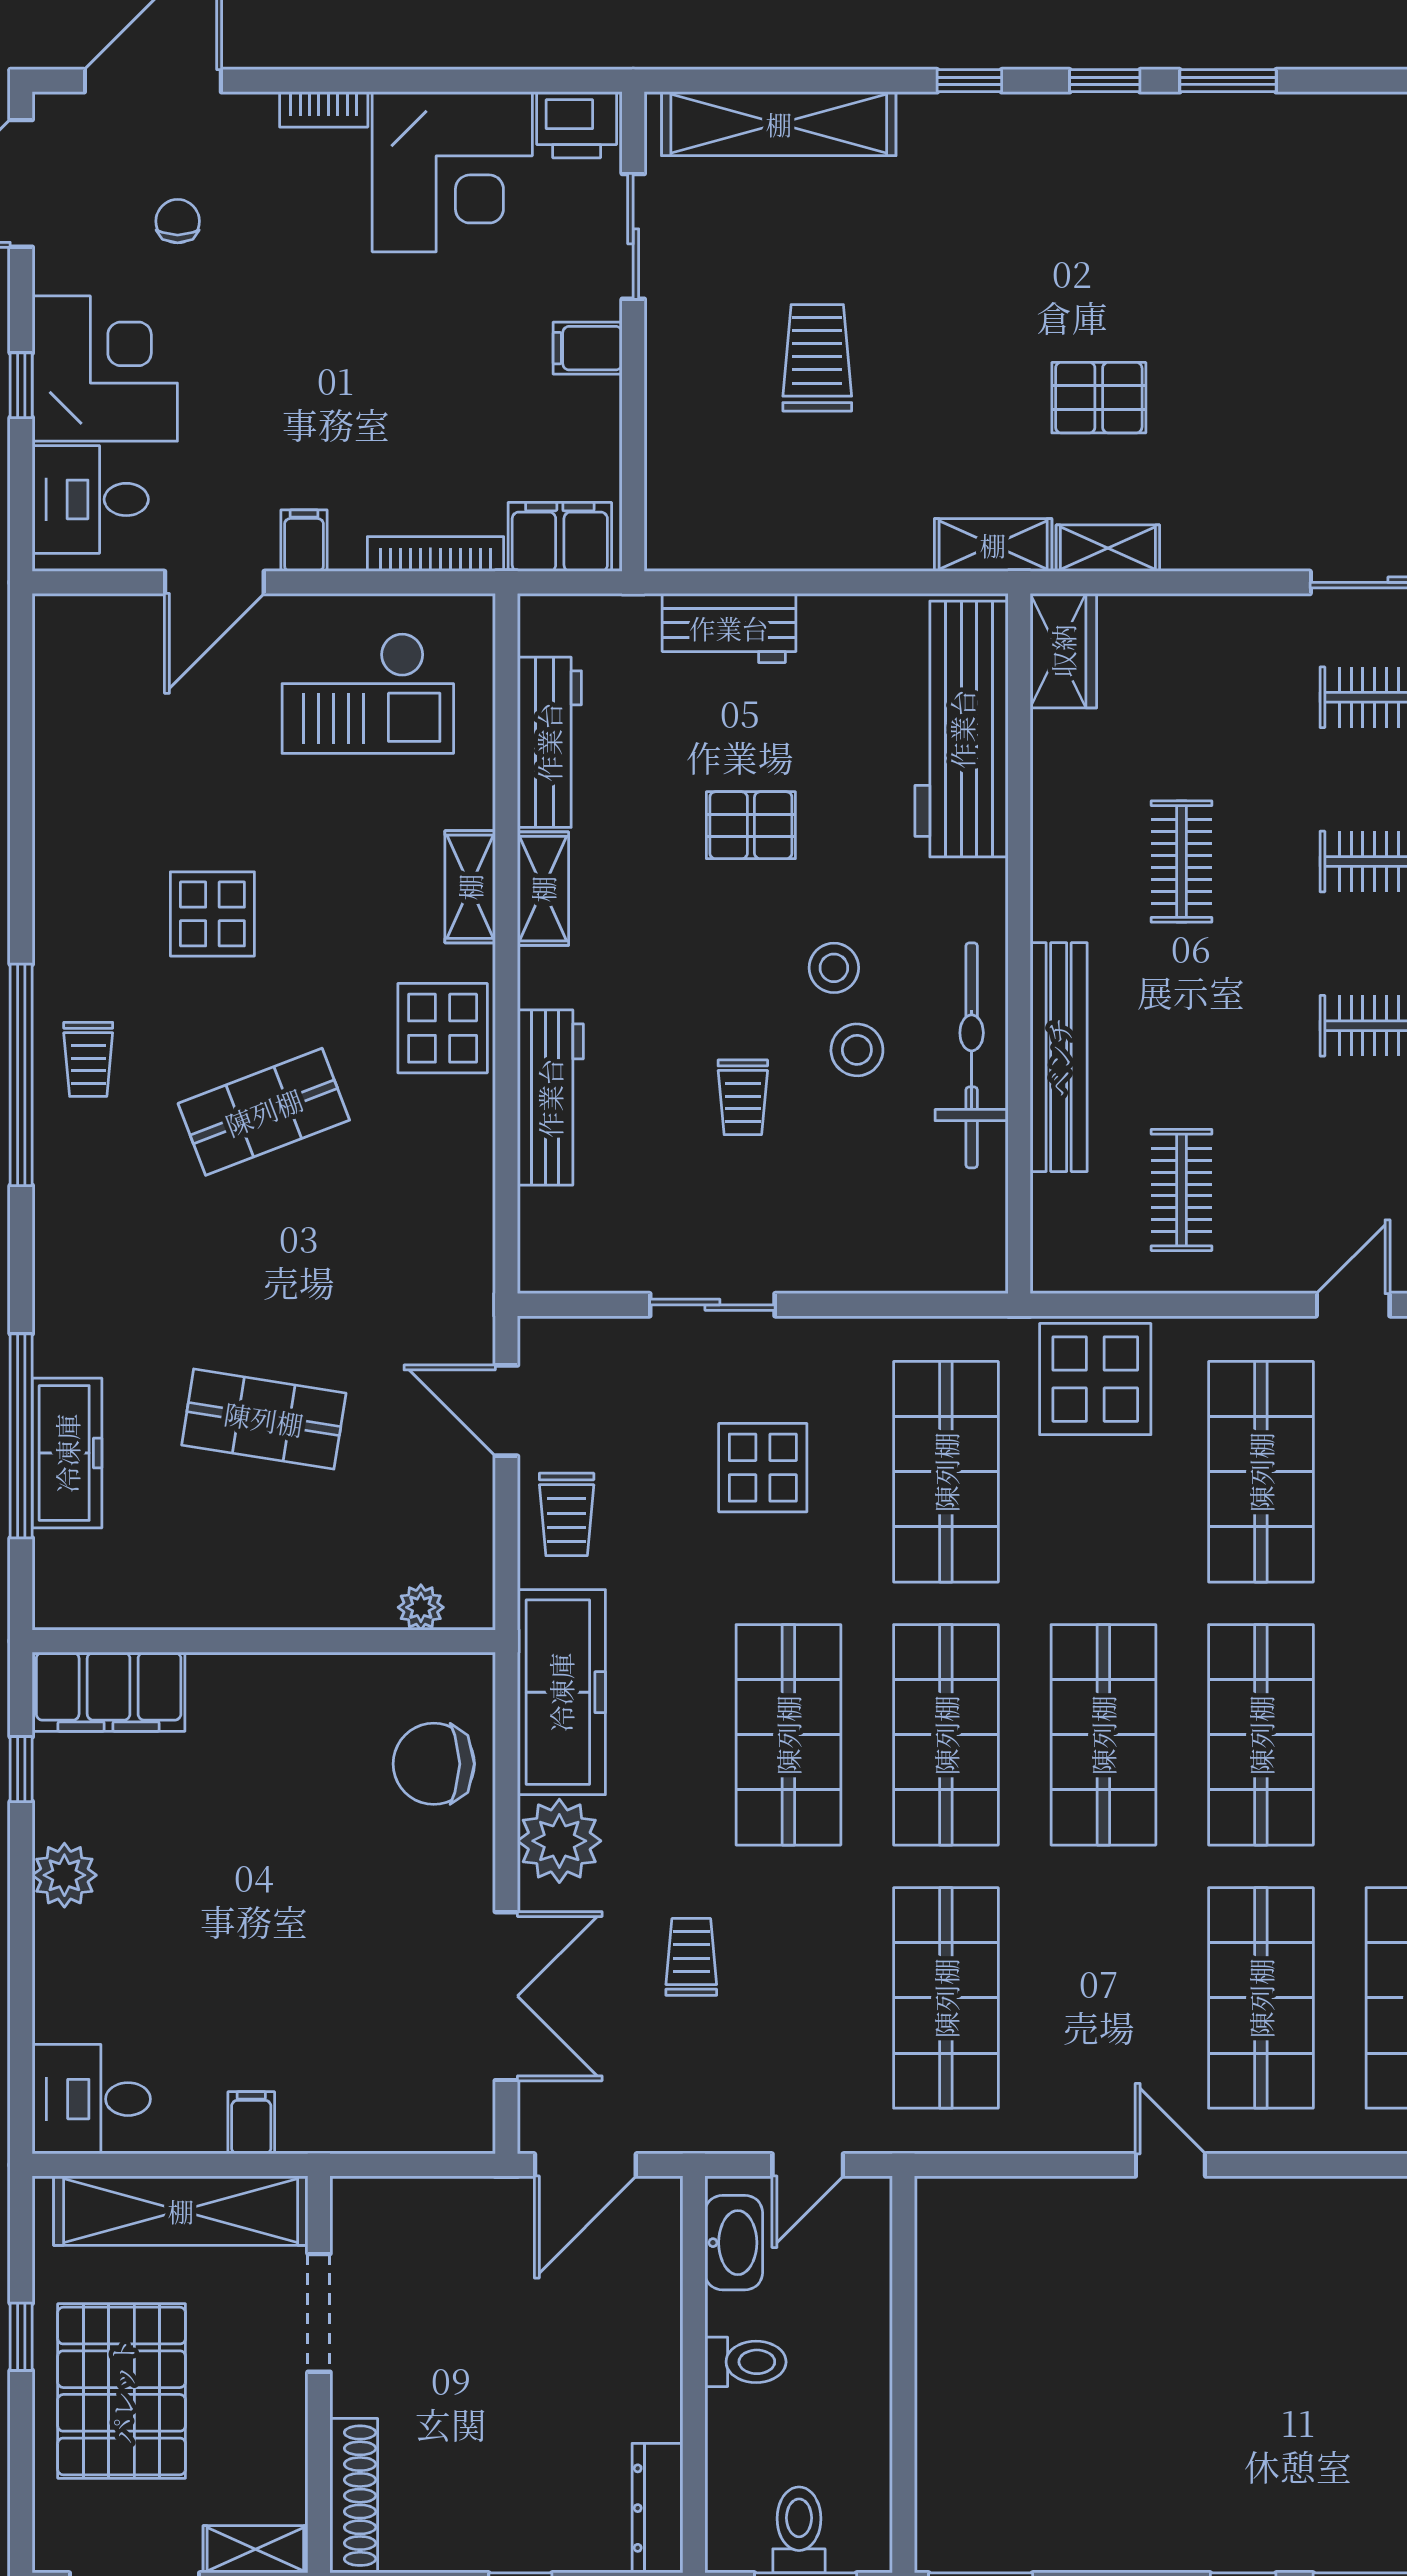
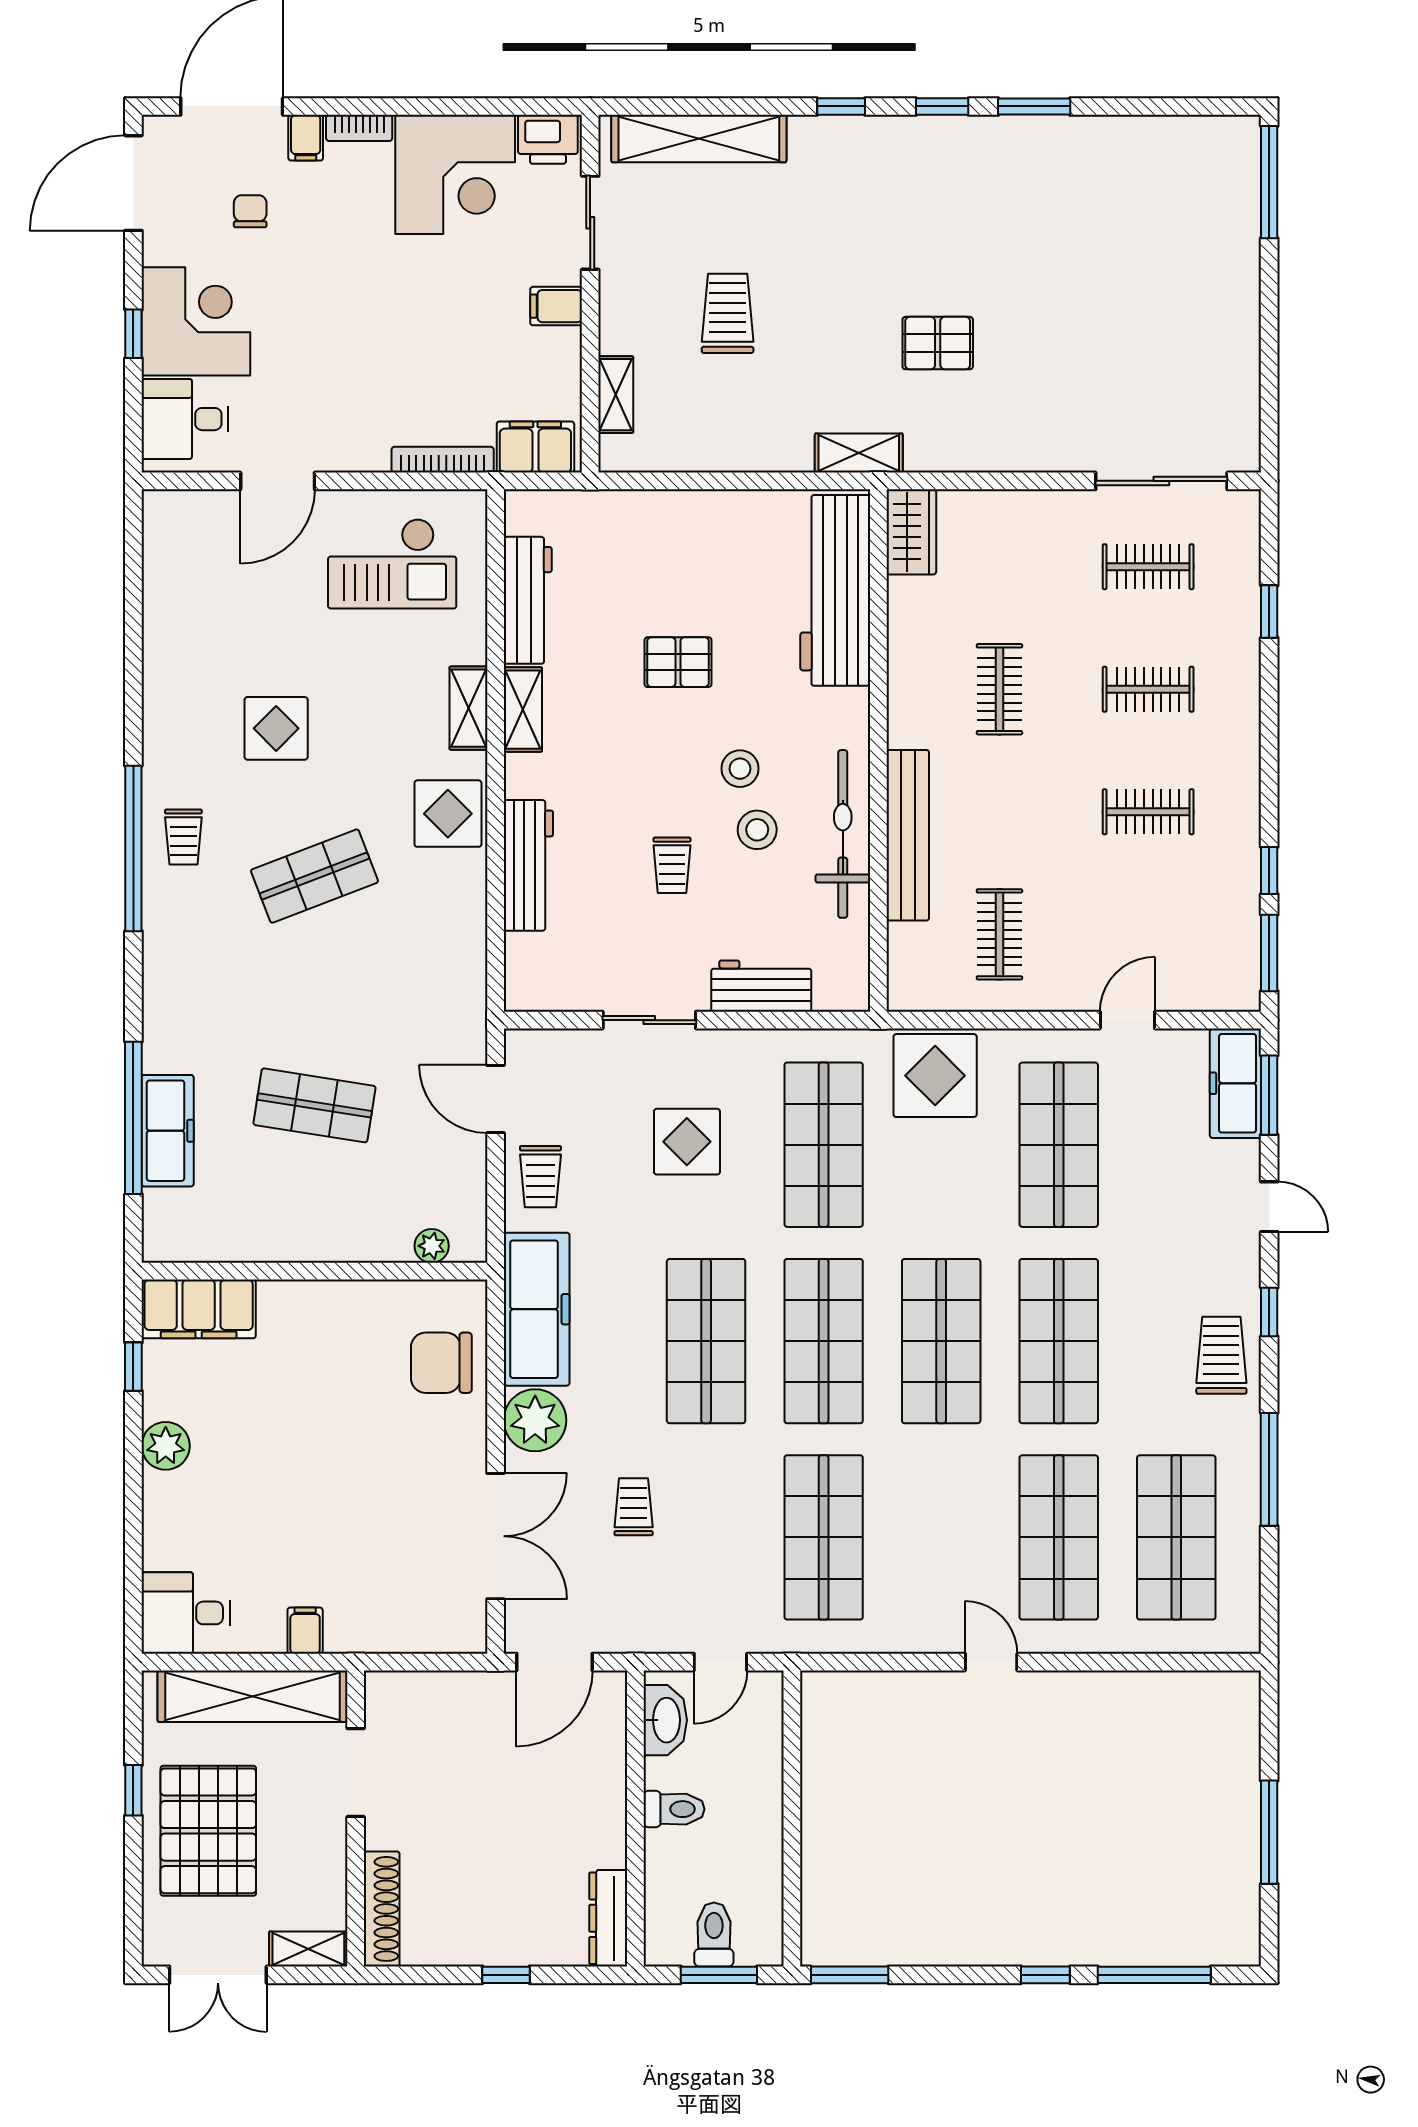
filing cabinet: (304, 541) -> (306, 138), moved, turned 180
shelving: (1108, 548) -> (616, 395), moved, turned 90
workbench: (729, 628) -> (761, 986), moved, turned 180

